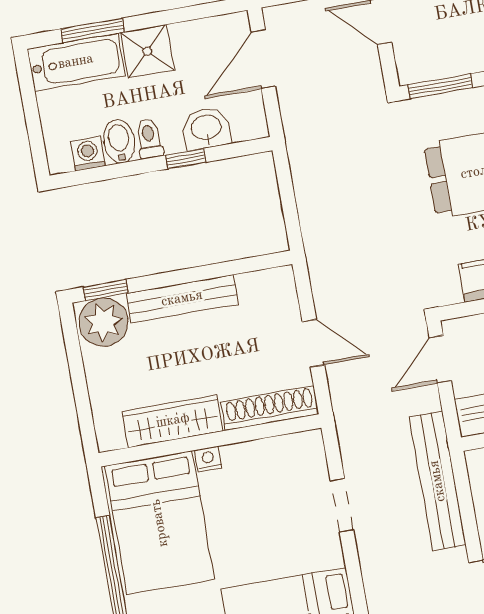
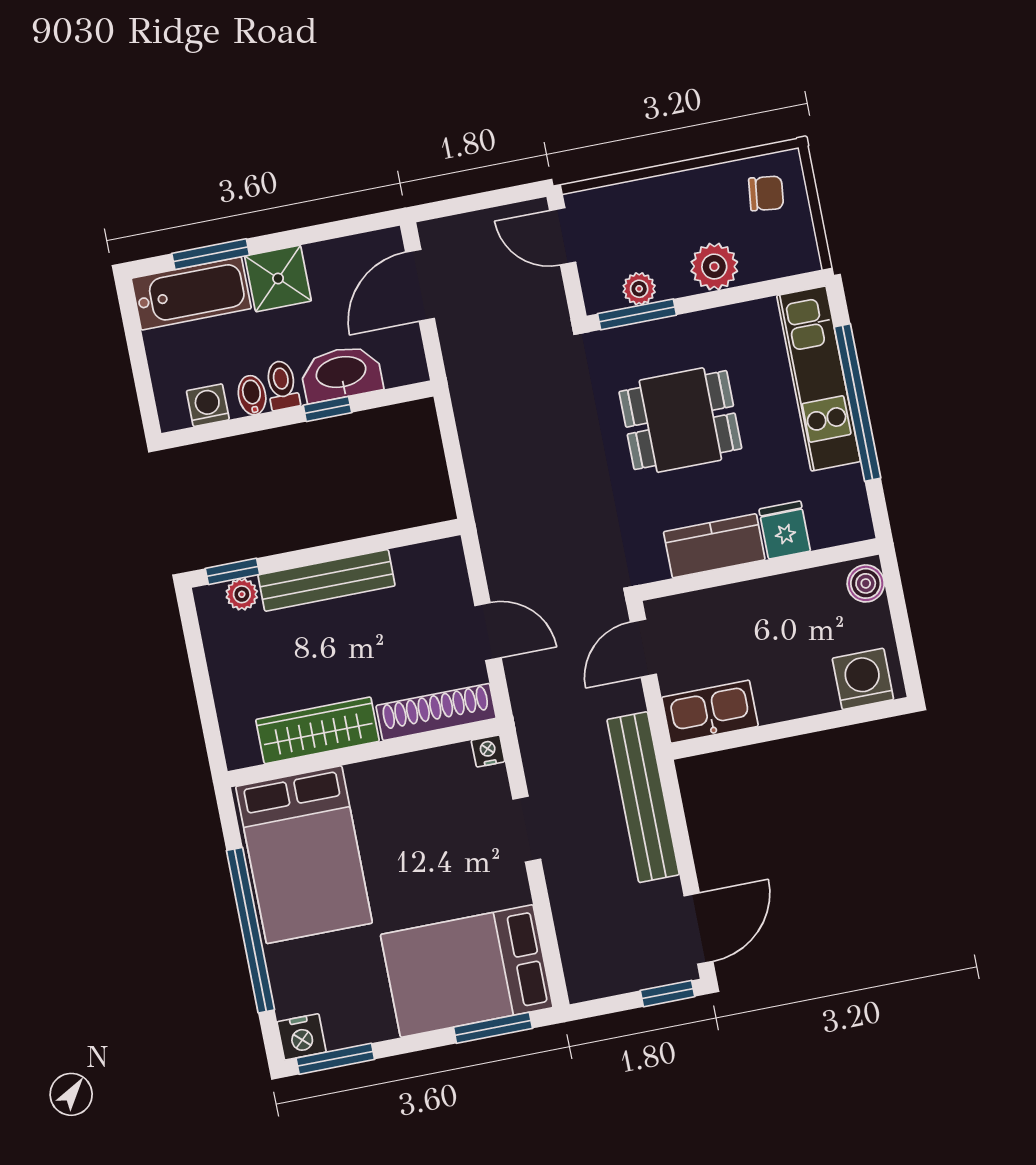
plant: (442, 65) -> (639, 289), added
washbasin: (206, 128) -> (341, 373), width x1.38
bidet: (119, 141) -> (252, 395), width x0.72, depth x0.74
plant: (103, 322) -> (242, 594), width x0.53, depth x0.53
nightstand: (208, 459) -> (488, 751), moved

